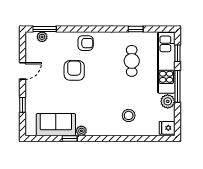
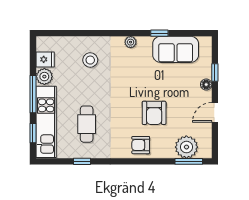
plant: (42, 37) -> (186, 147), width x1.88, depth x1.88
floor lamp: (30, 95) -> (206, 85), added
fridge: (167, 128) -> (45, 59), moved
plant: (81, 131) -> (131, 42), moved

